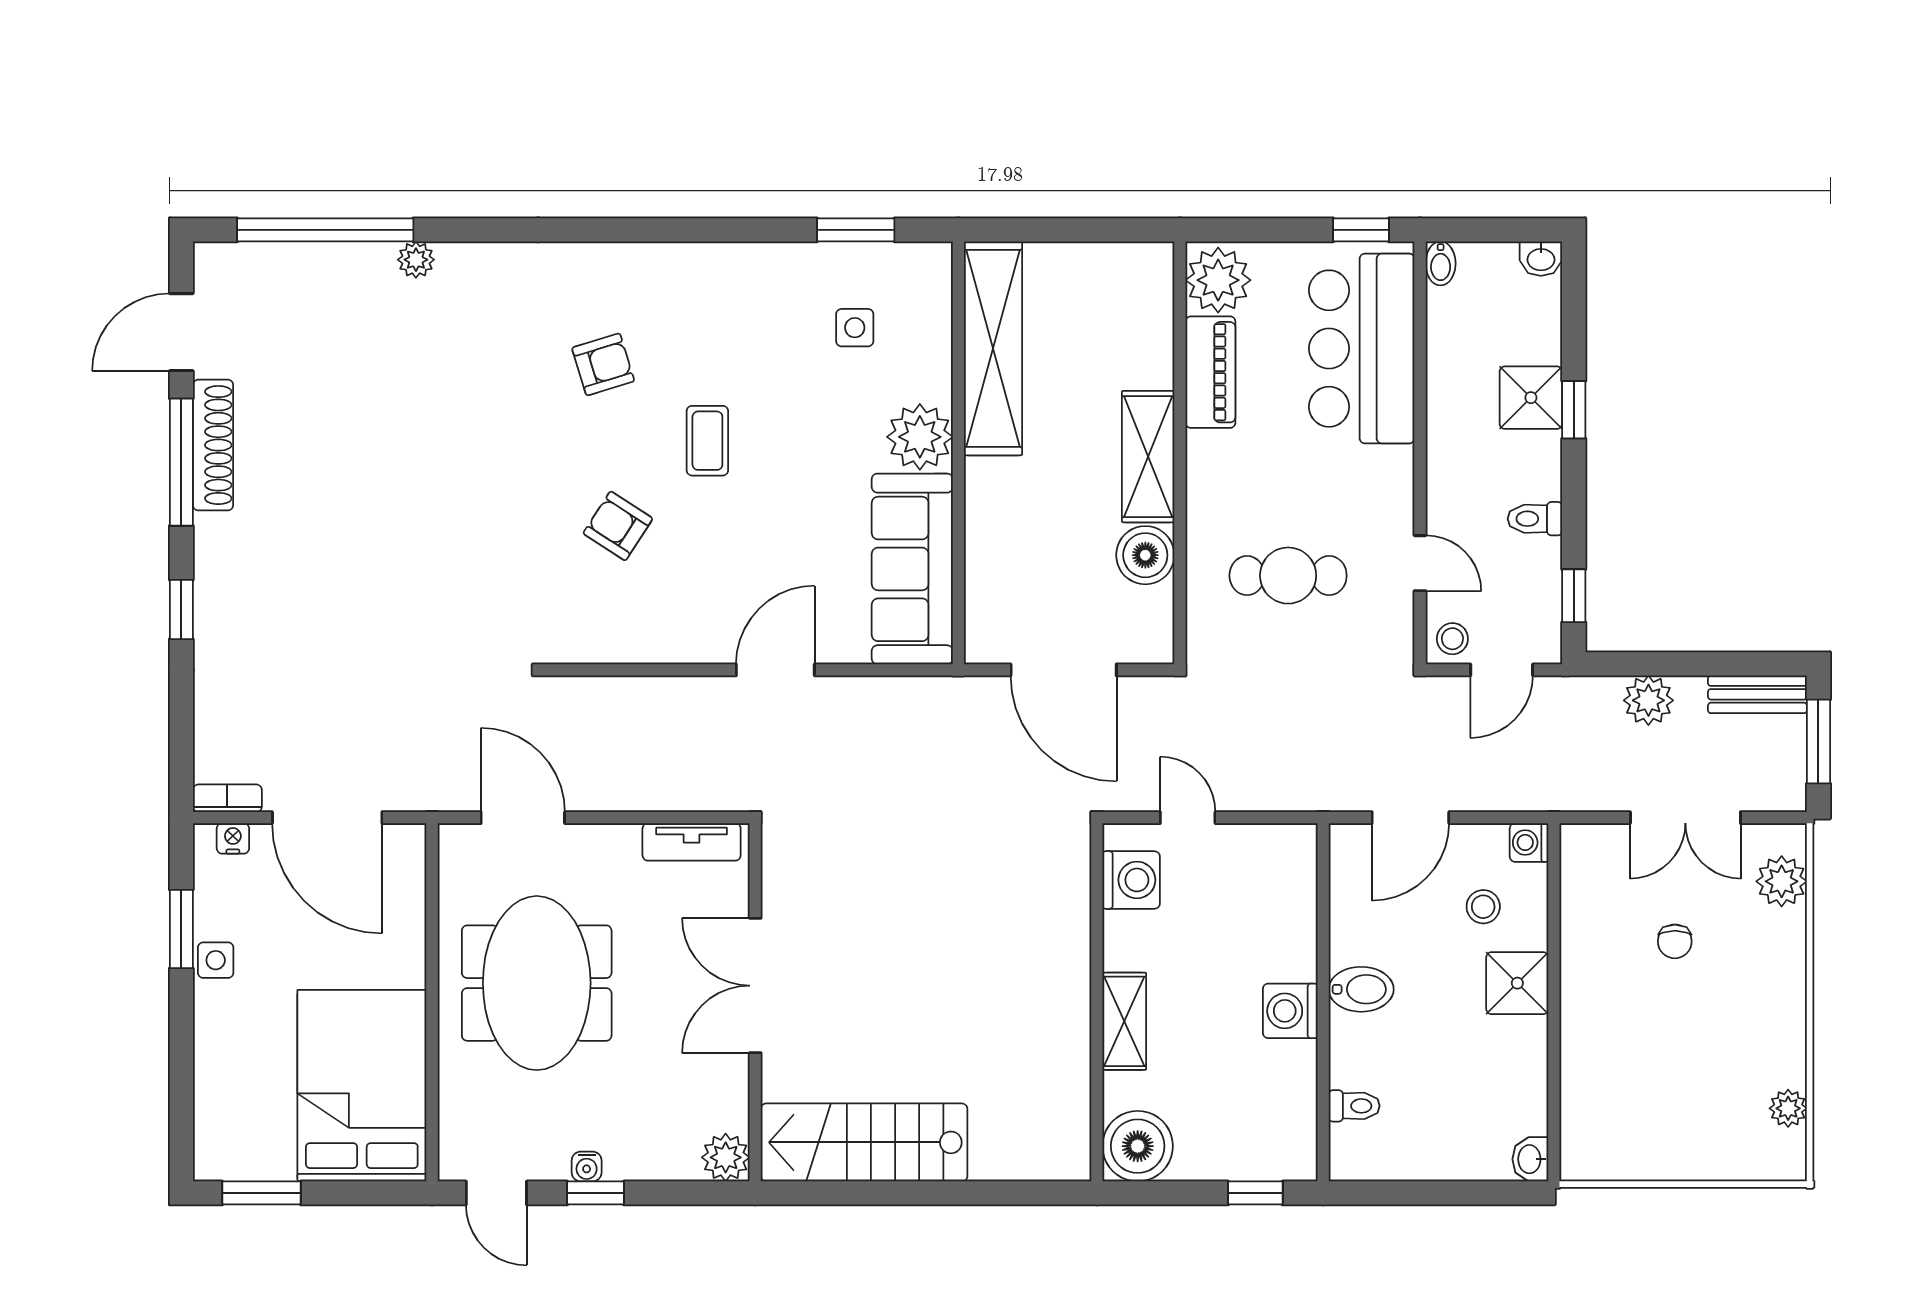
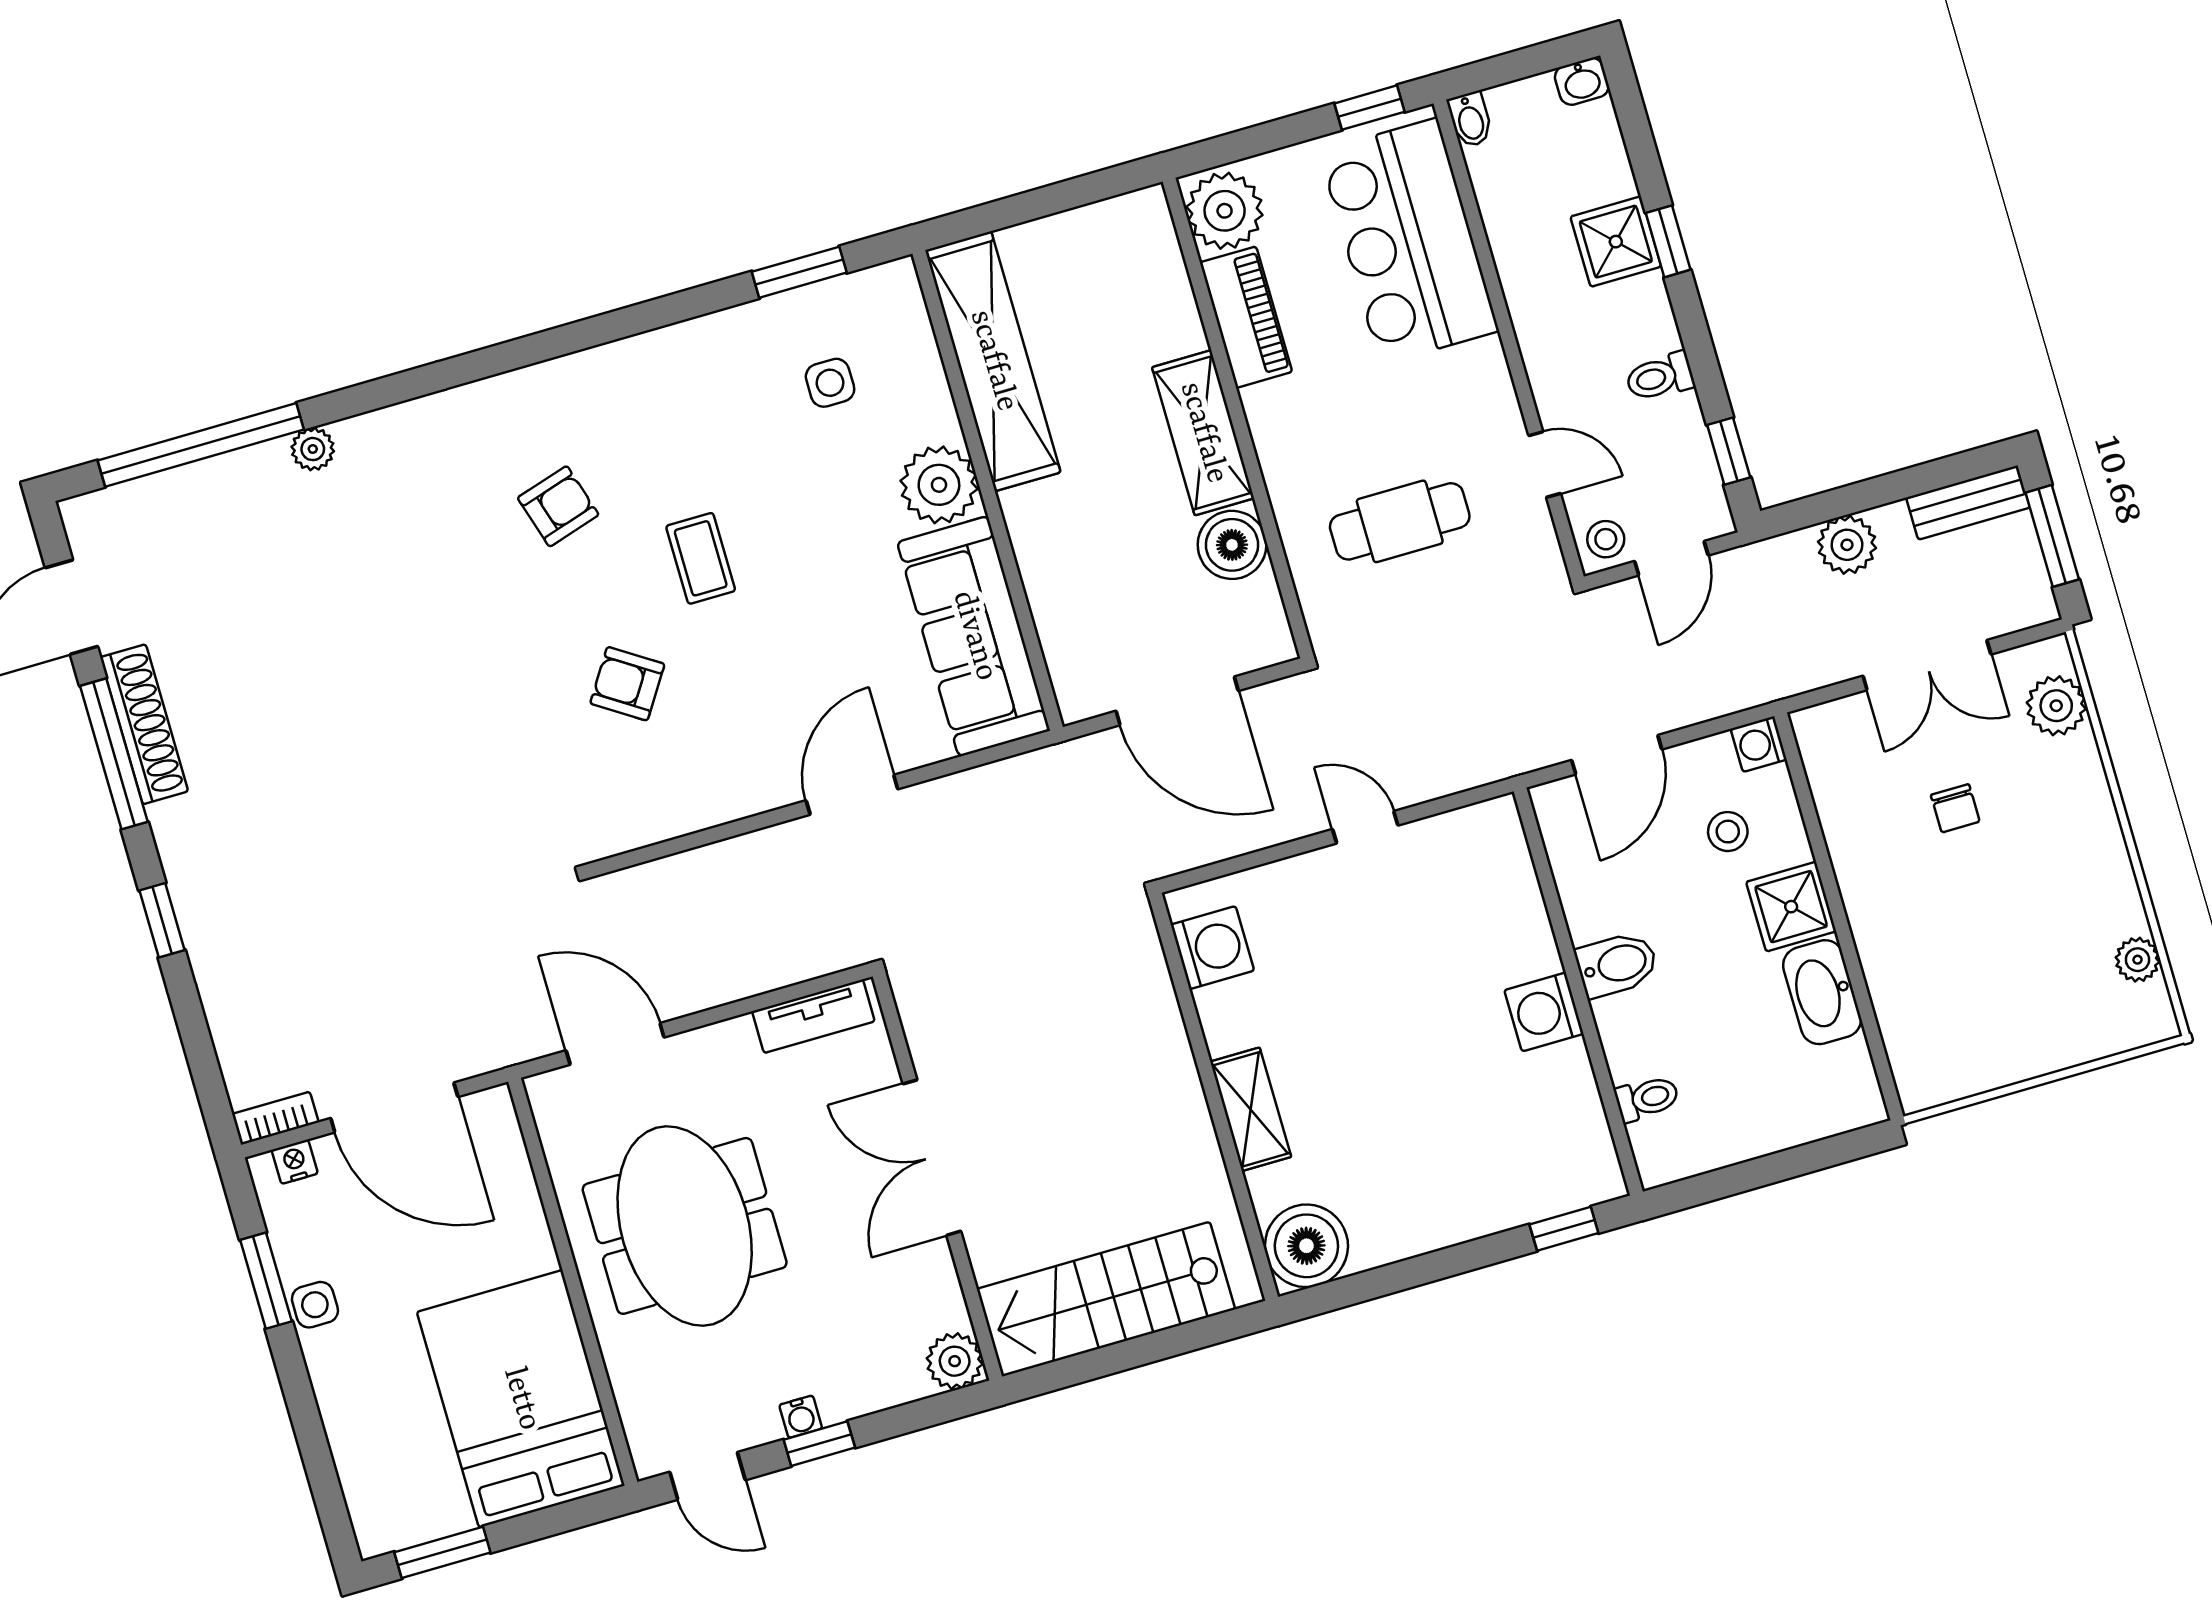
washing machine: (1131, 880) -> (1212, 948), moved
wall: (1097, 1002) -> (1214, 1097), moved
shelving: (1124, 1021) -> (1251, 1109), moved
boiler: (1138, 1146) -> (1306, 1246), moved
washbasin: (1530, 1159) -> (1822, 992), moved, width x1.91, depth x1.45

